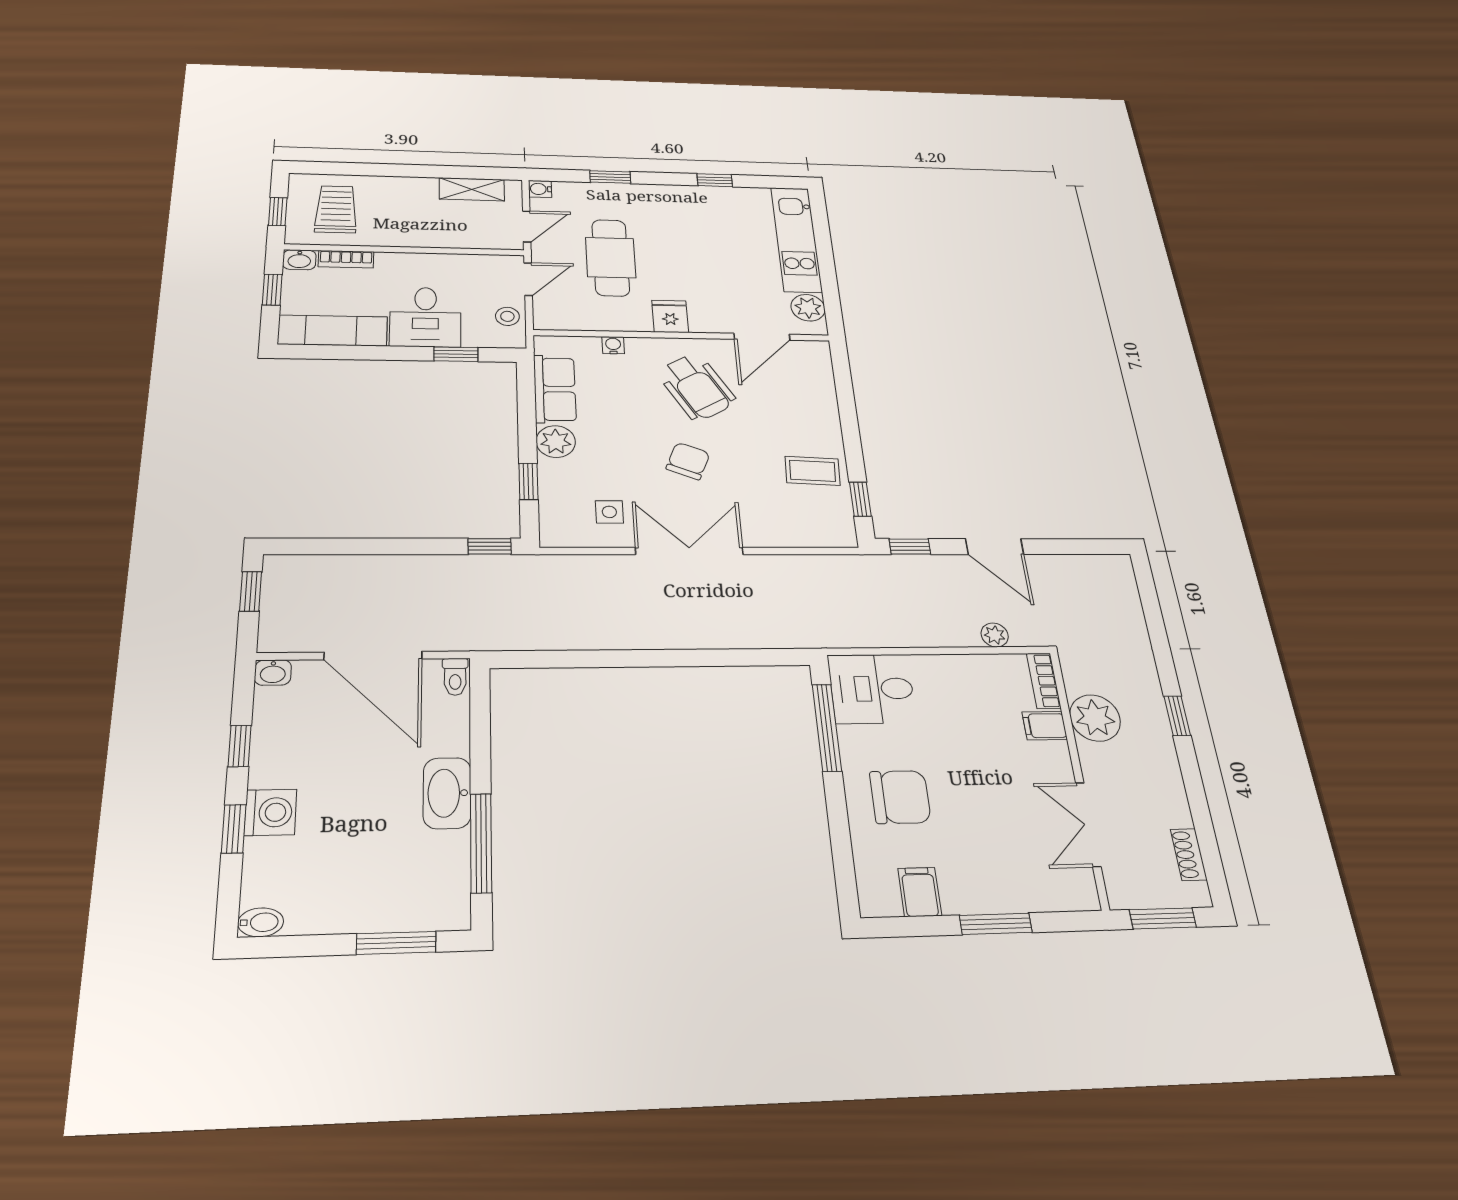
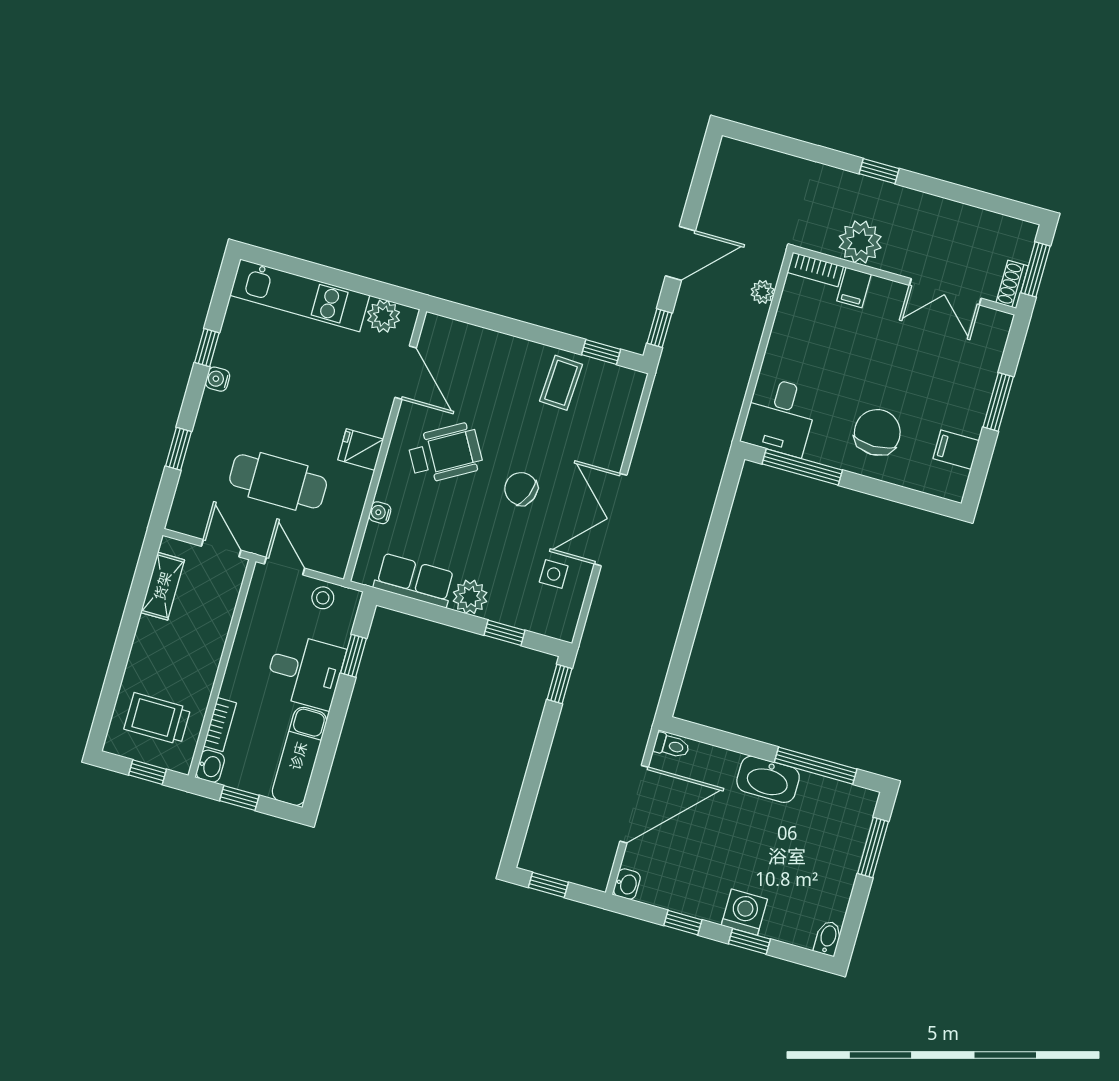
water cooler: (540, 189) -> (218, 379), moved, turned 90
shoe rack: (1189, 855) -> (1012, 284), moved, turned 90

